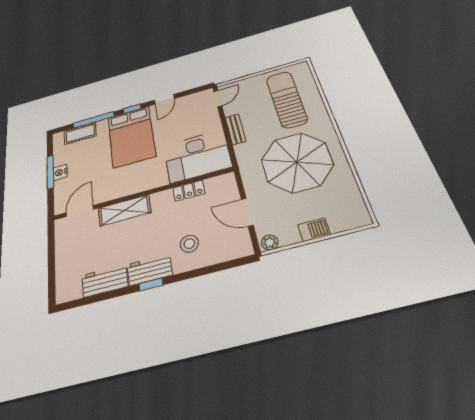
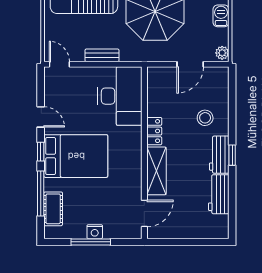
locker: (189, 191) -> (154, 131), moved
door: (80, 211) -> (144, 213), swing flipped

